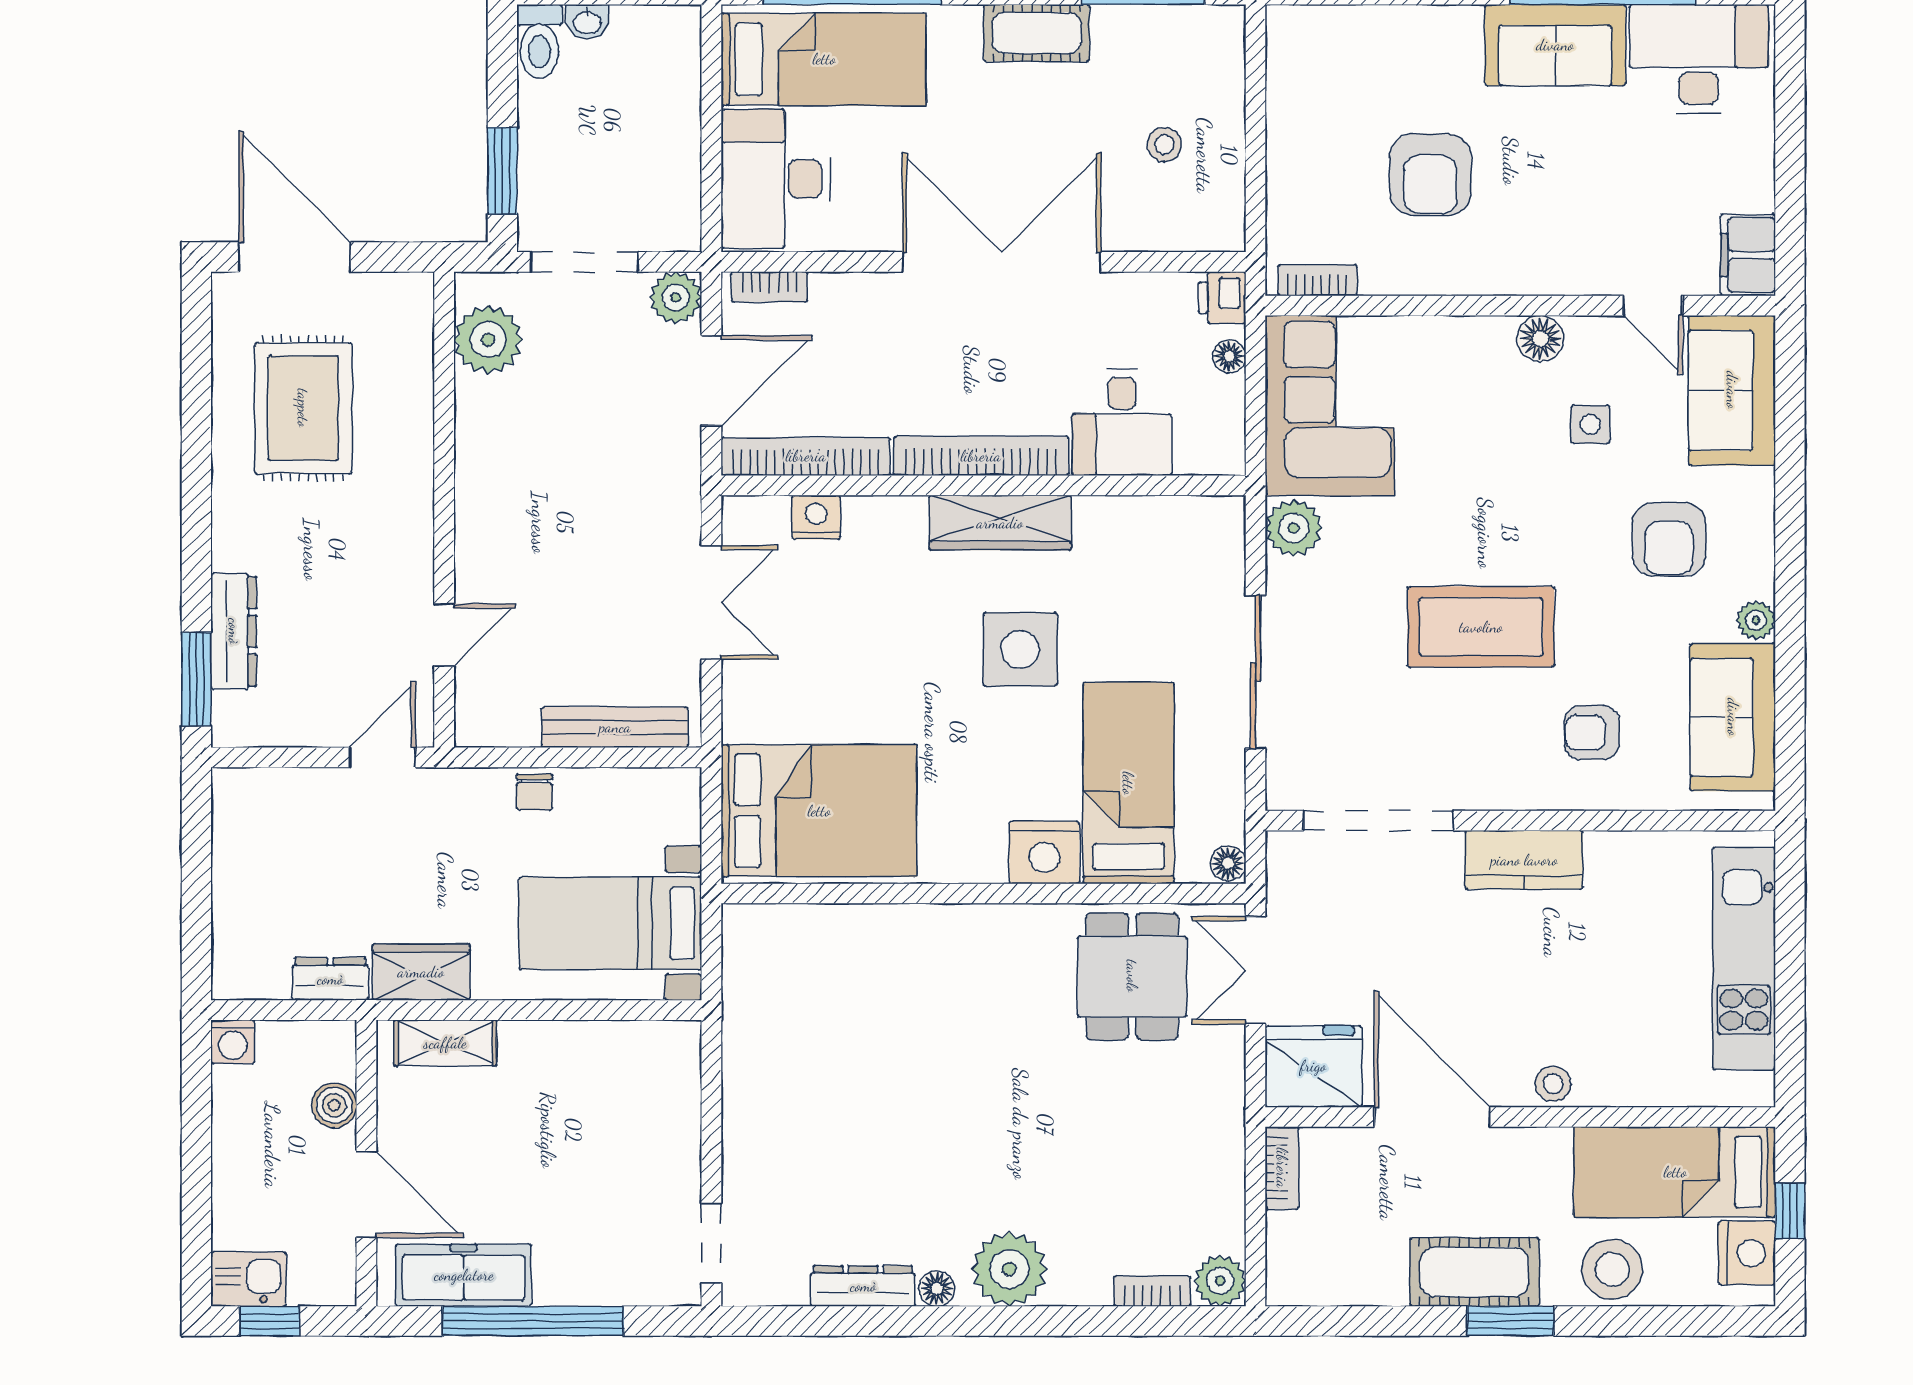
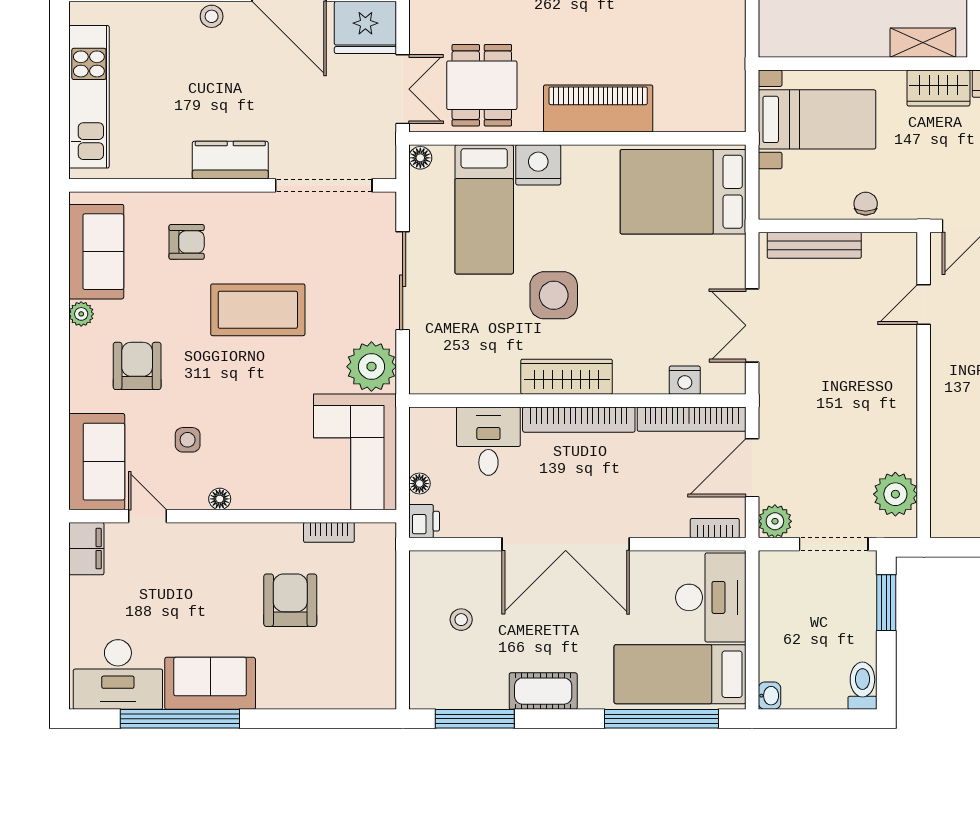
washbasin: (587, 22) -> (769, 696), moved, turned 90
bookcase: (1317, 280) -> (329, 532), moved
floor lamp: (1540, 339) -> (220, 499), width x0.73, depth x0.73
plant: (1294, 528) -> (371, 367), width x1.36, depth x1.36
piano: (951, 940) -> (598, 109), added

